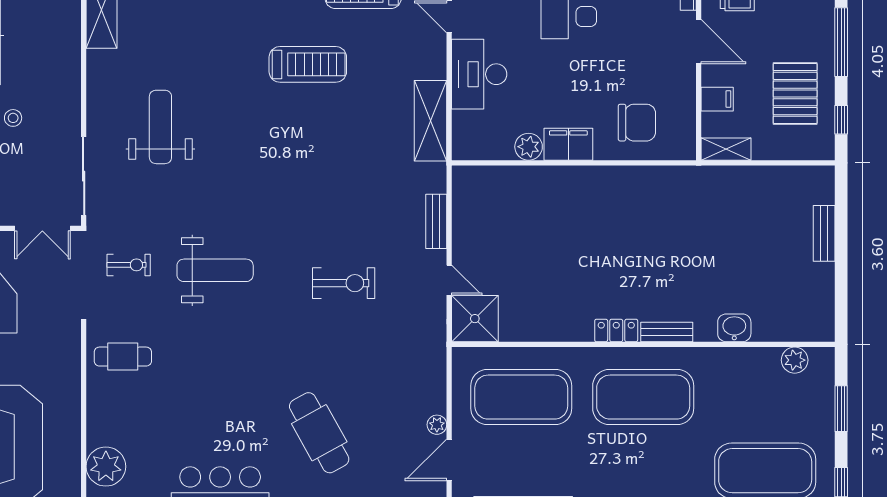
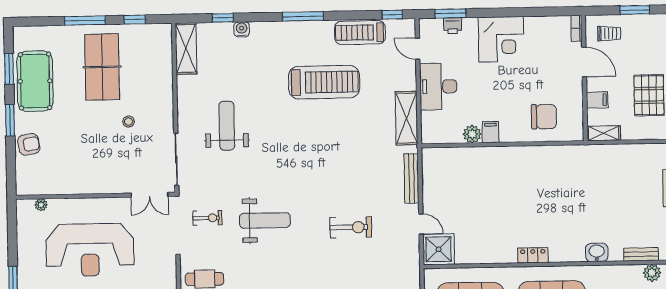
treadmill: (308, 64) -> (324, 82), width x1.37, depth x1.38
filing cabinet: (568, 144) -> (491, 132), width x0.50
bench: (436, 221) -> (411, 178), width x1.36
washbasin: (734, 328) -> (597, 252), moved
bench: (667, 332) -> (641, 254), moved

